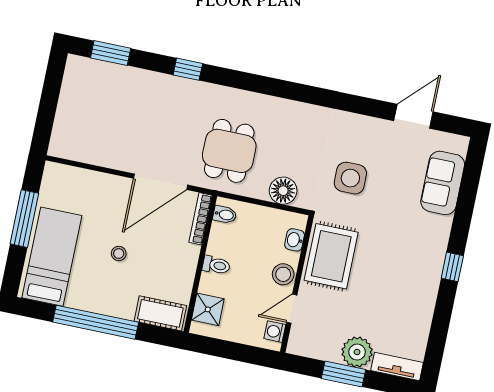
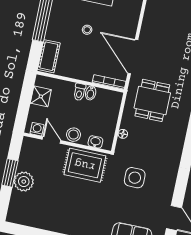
dining table: (229, 151) -> (152, 100), turned 90
floor lamp: (283, 191) -> (123, 134), width x0.53, depth x0.53
bidet: (225, 215) -> (91, 93), moved
shower: (208, 309) -> (41, 96), moved
tv unit: (397, 367) -> (14, 207), removed

